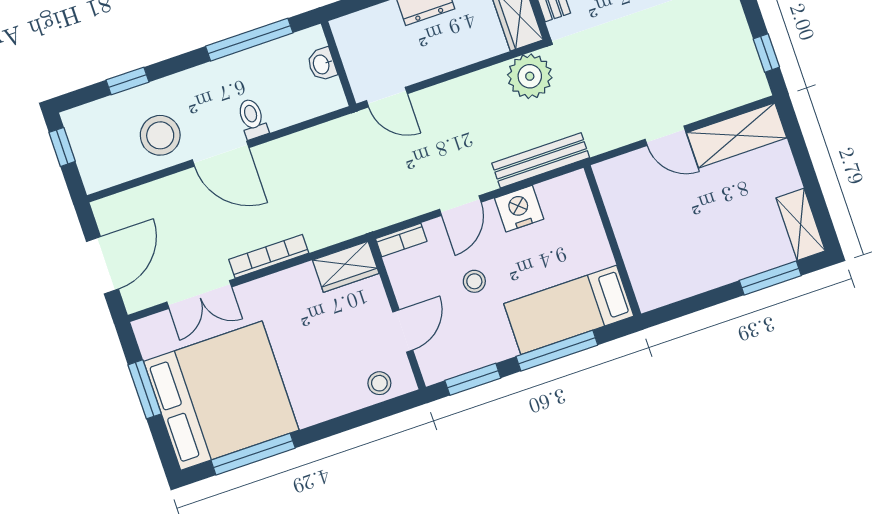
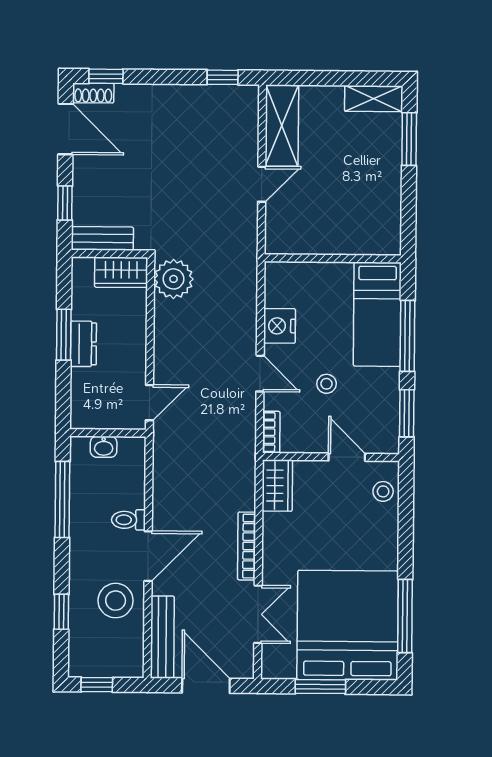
bench: (541, 160) -> (162, 637), moved

